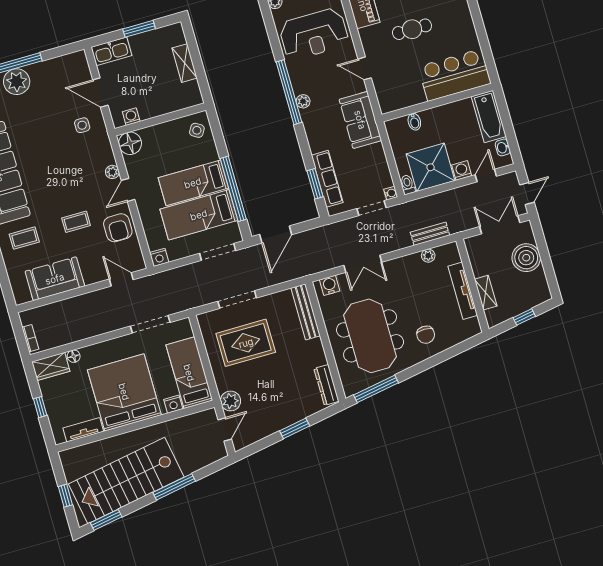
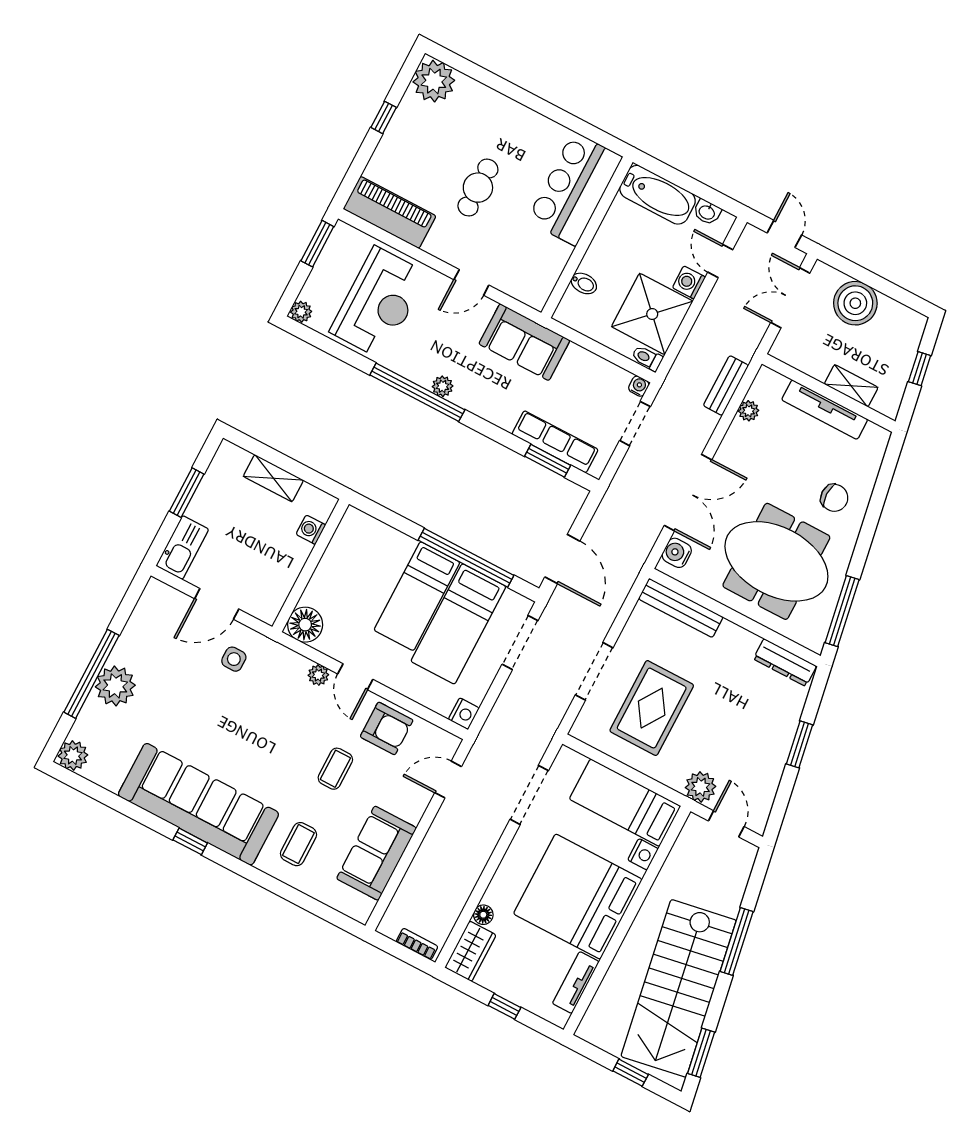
washing machine: (131, 117) -> (311, 530), moved
side table: (197, 130) -> (362, 536), removed
double door: (363, 264) -> (688, 493), width x1.37

